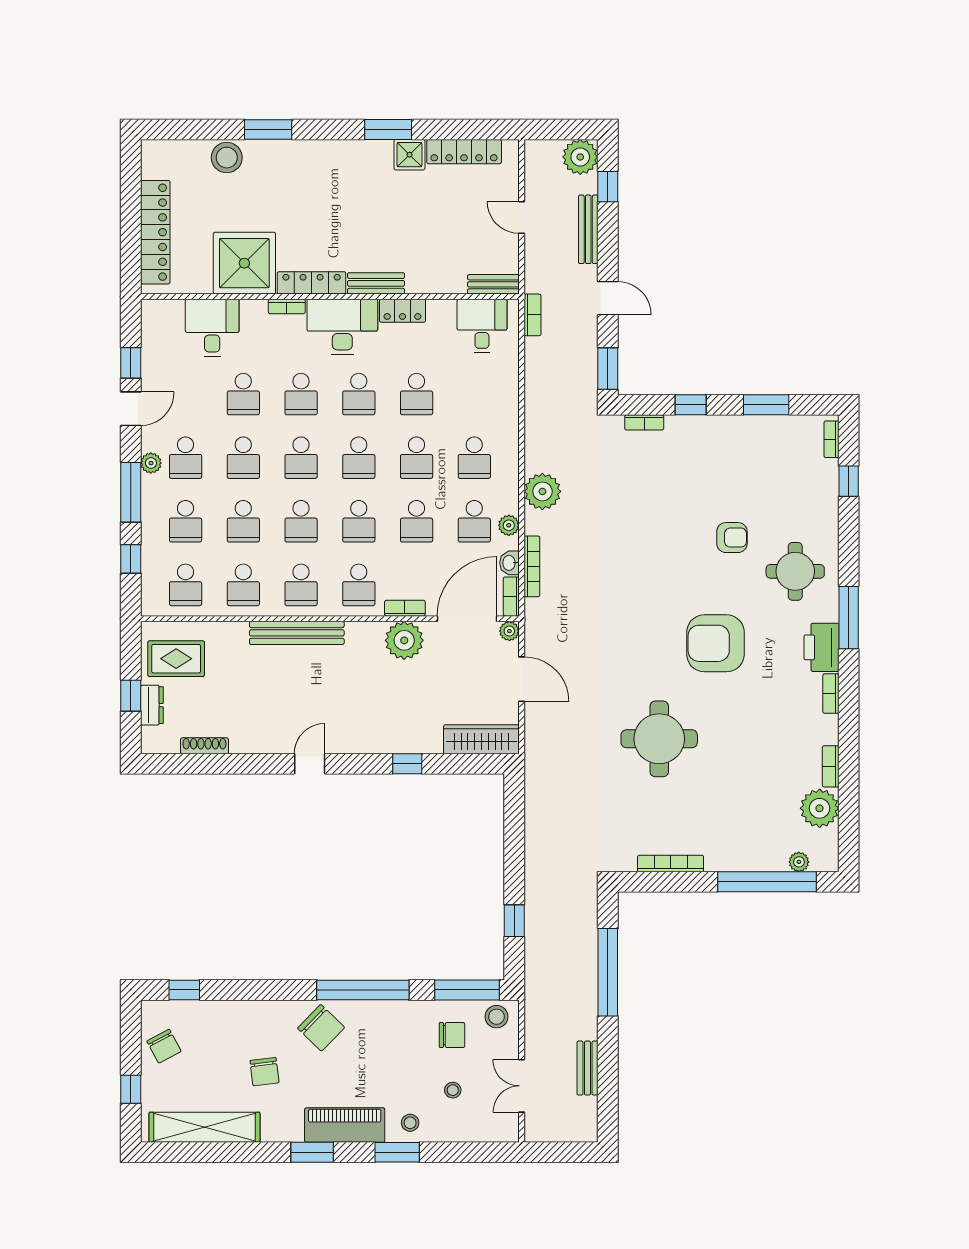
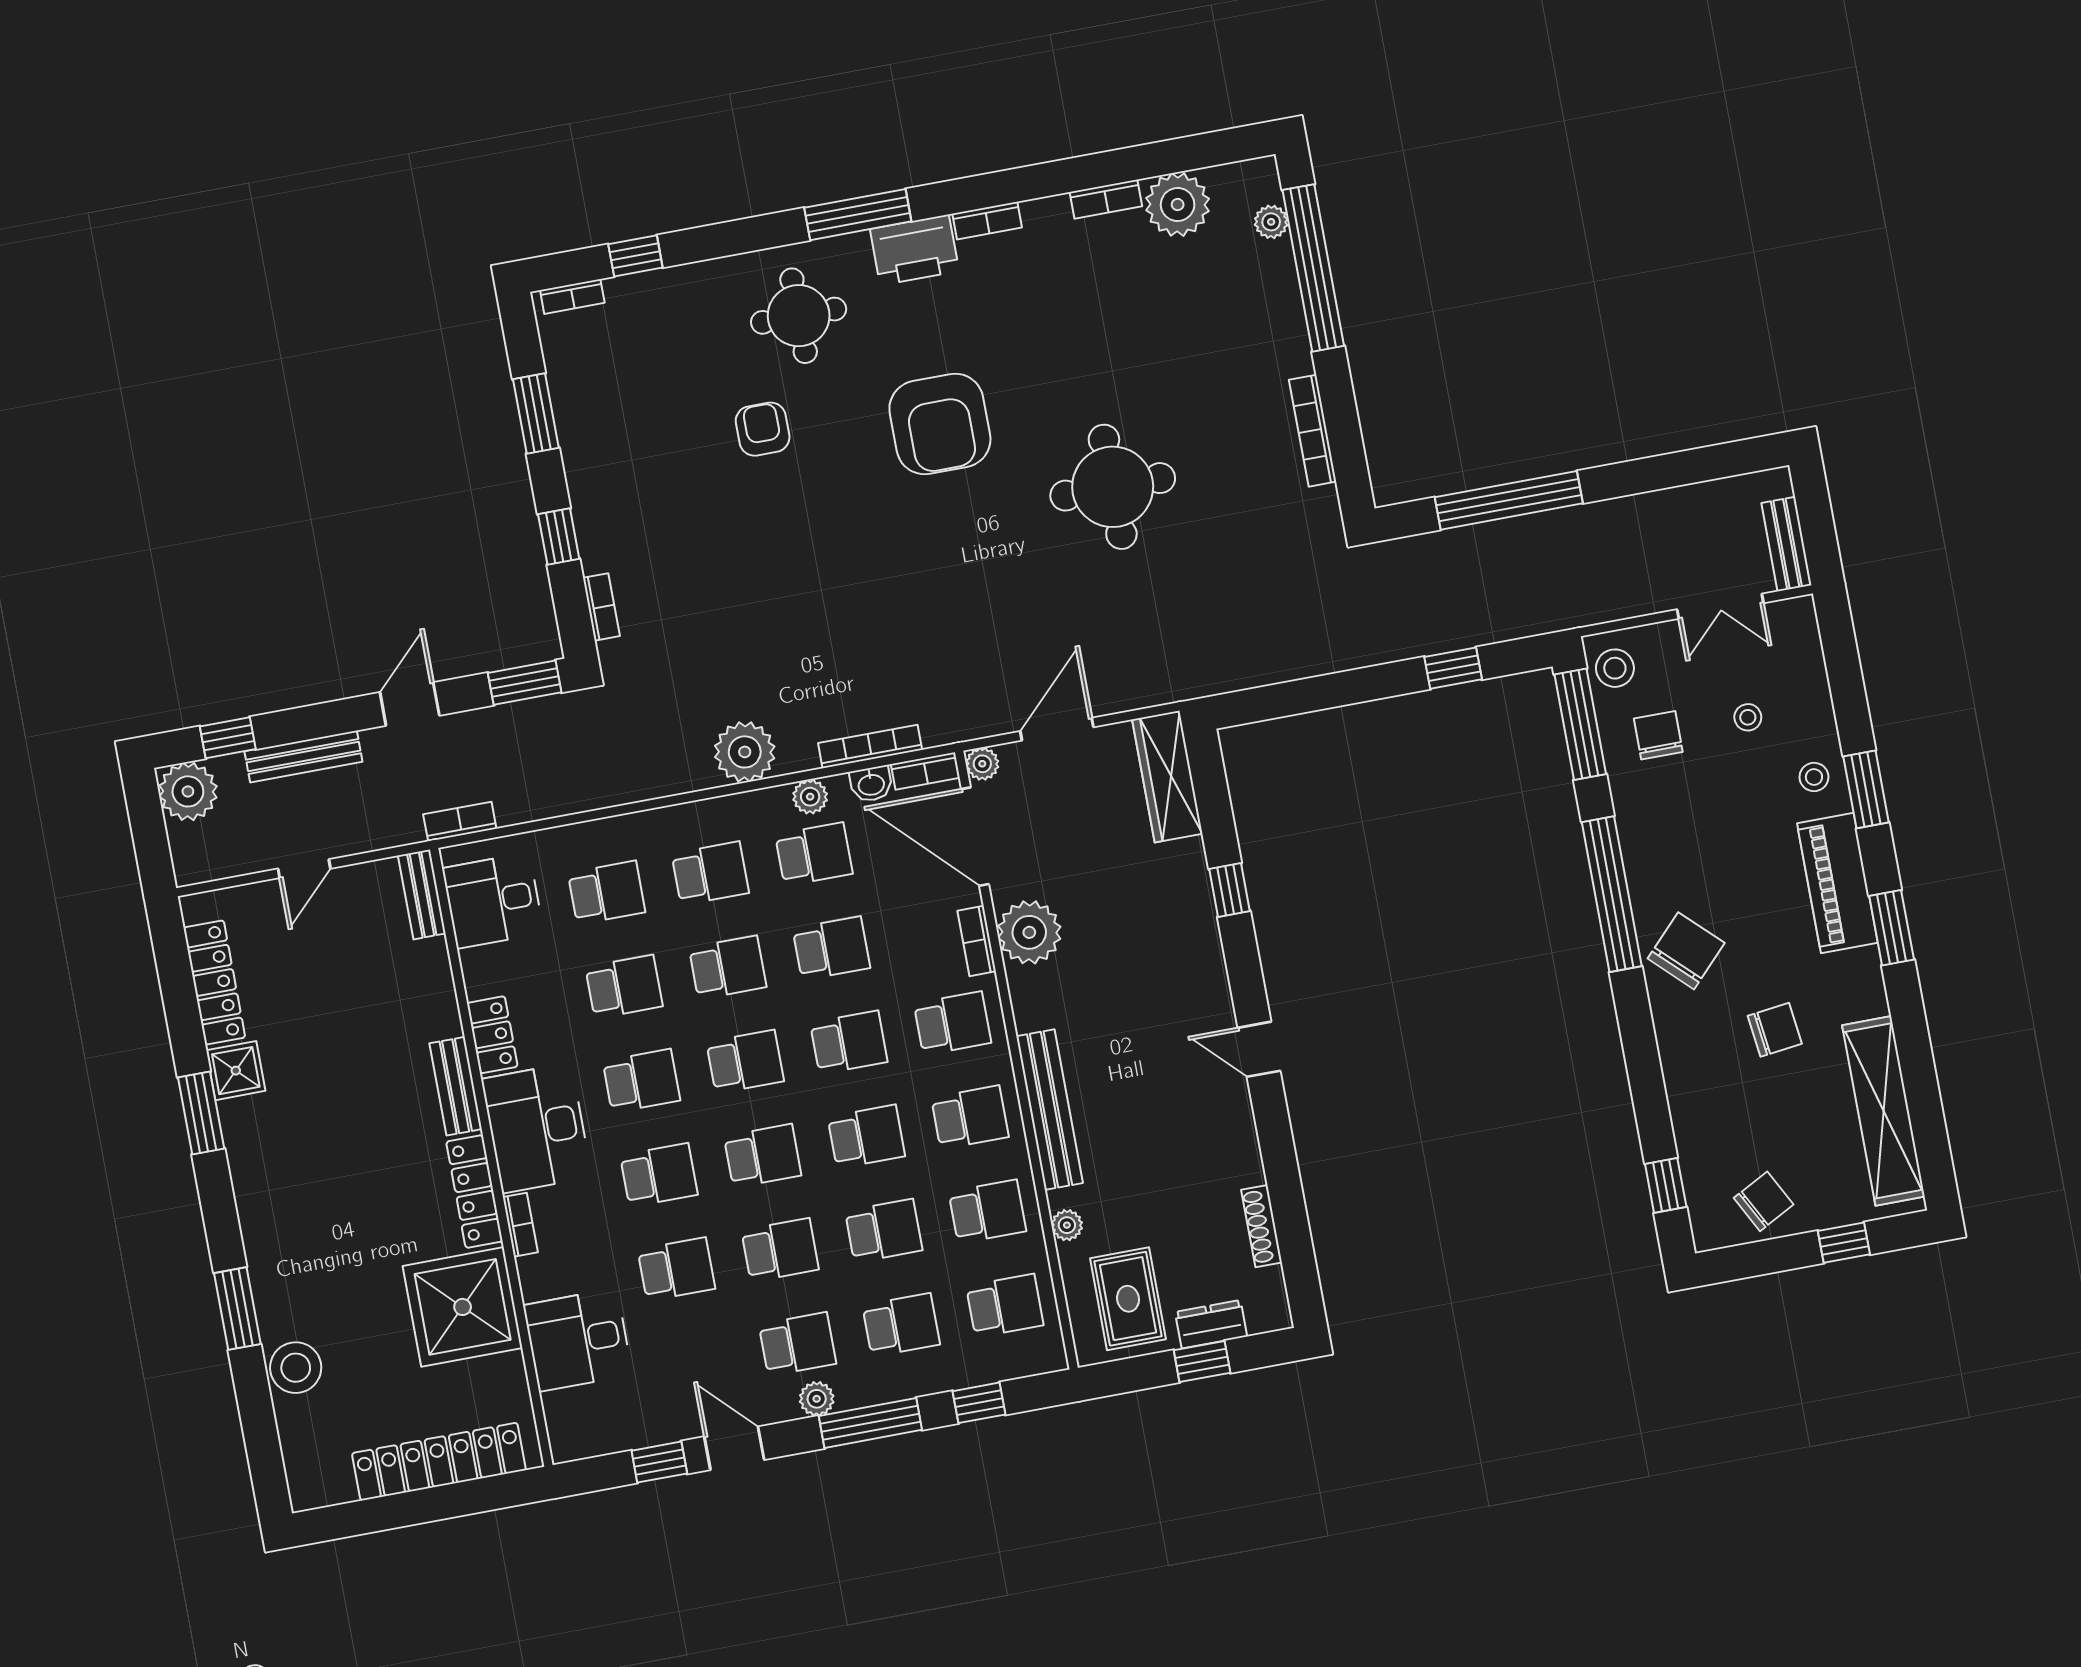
school desk: (474, 394) -> (607, 893), added
plant: (226, 631) -> (1067, 1225), added
bench: (588, 1068) -> (1786, 544), moved, turned 90

